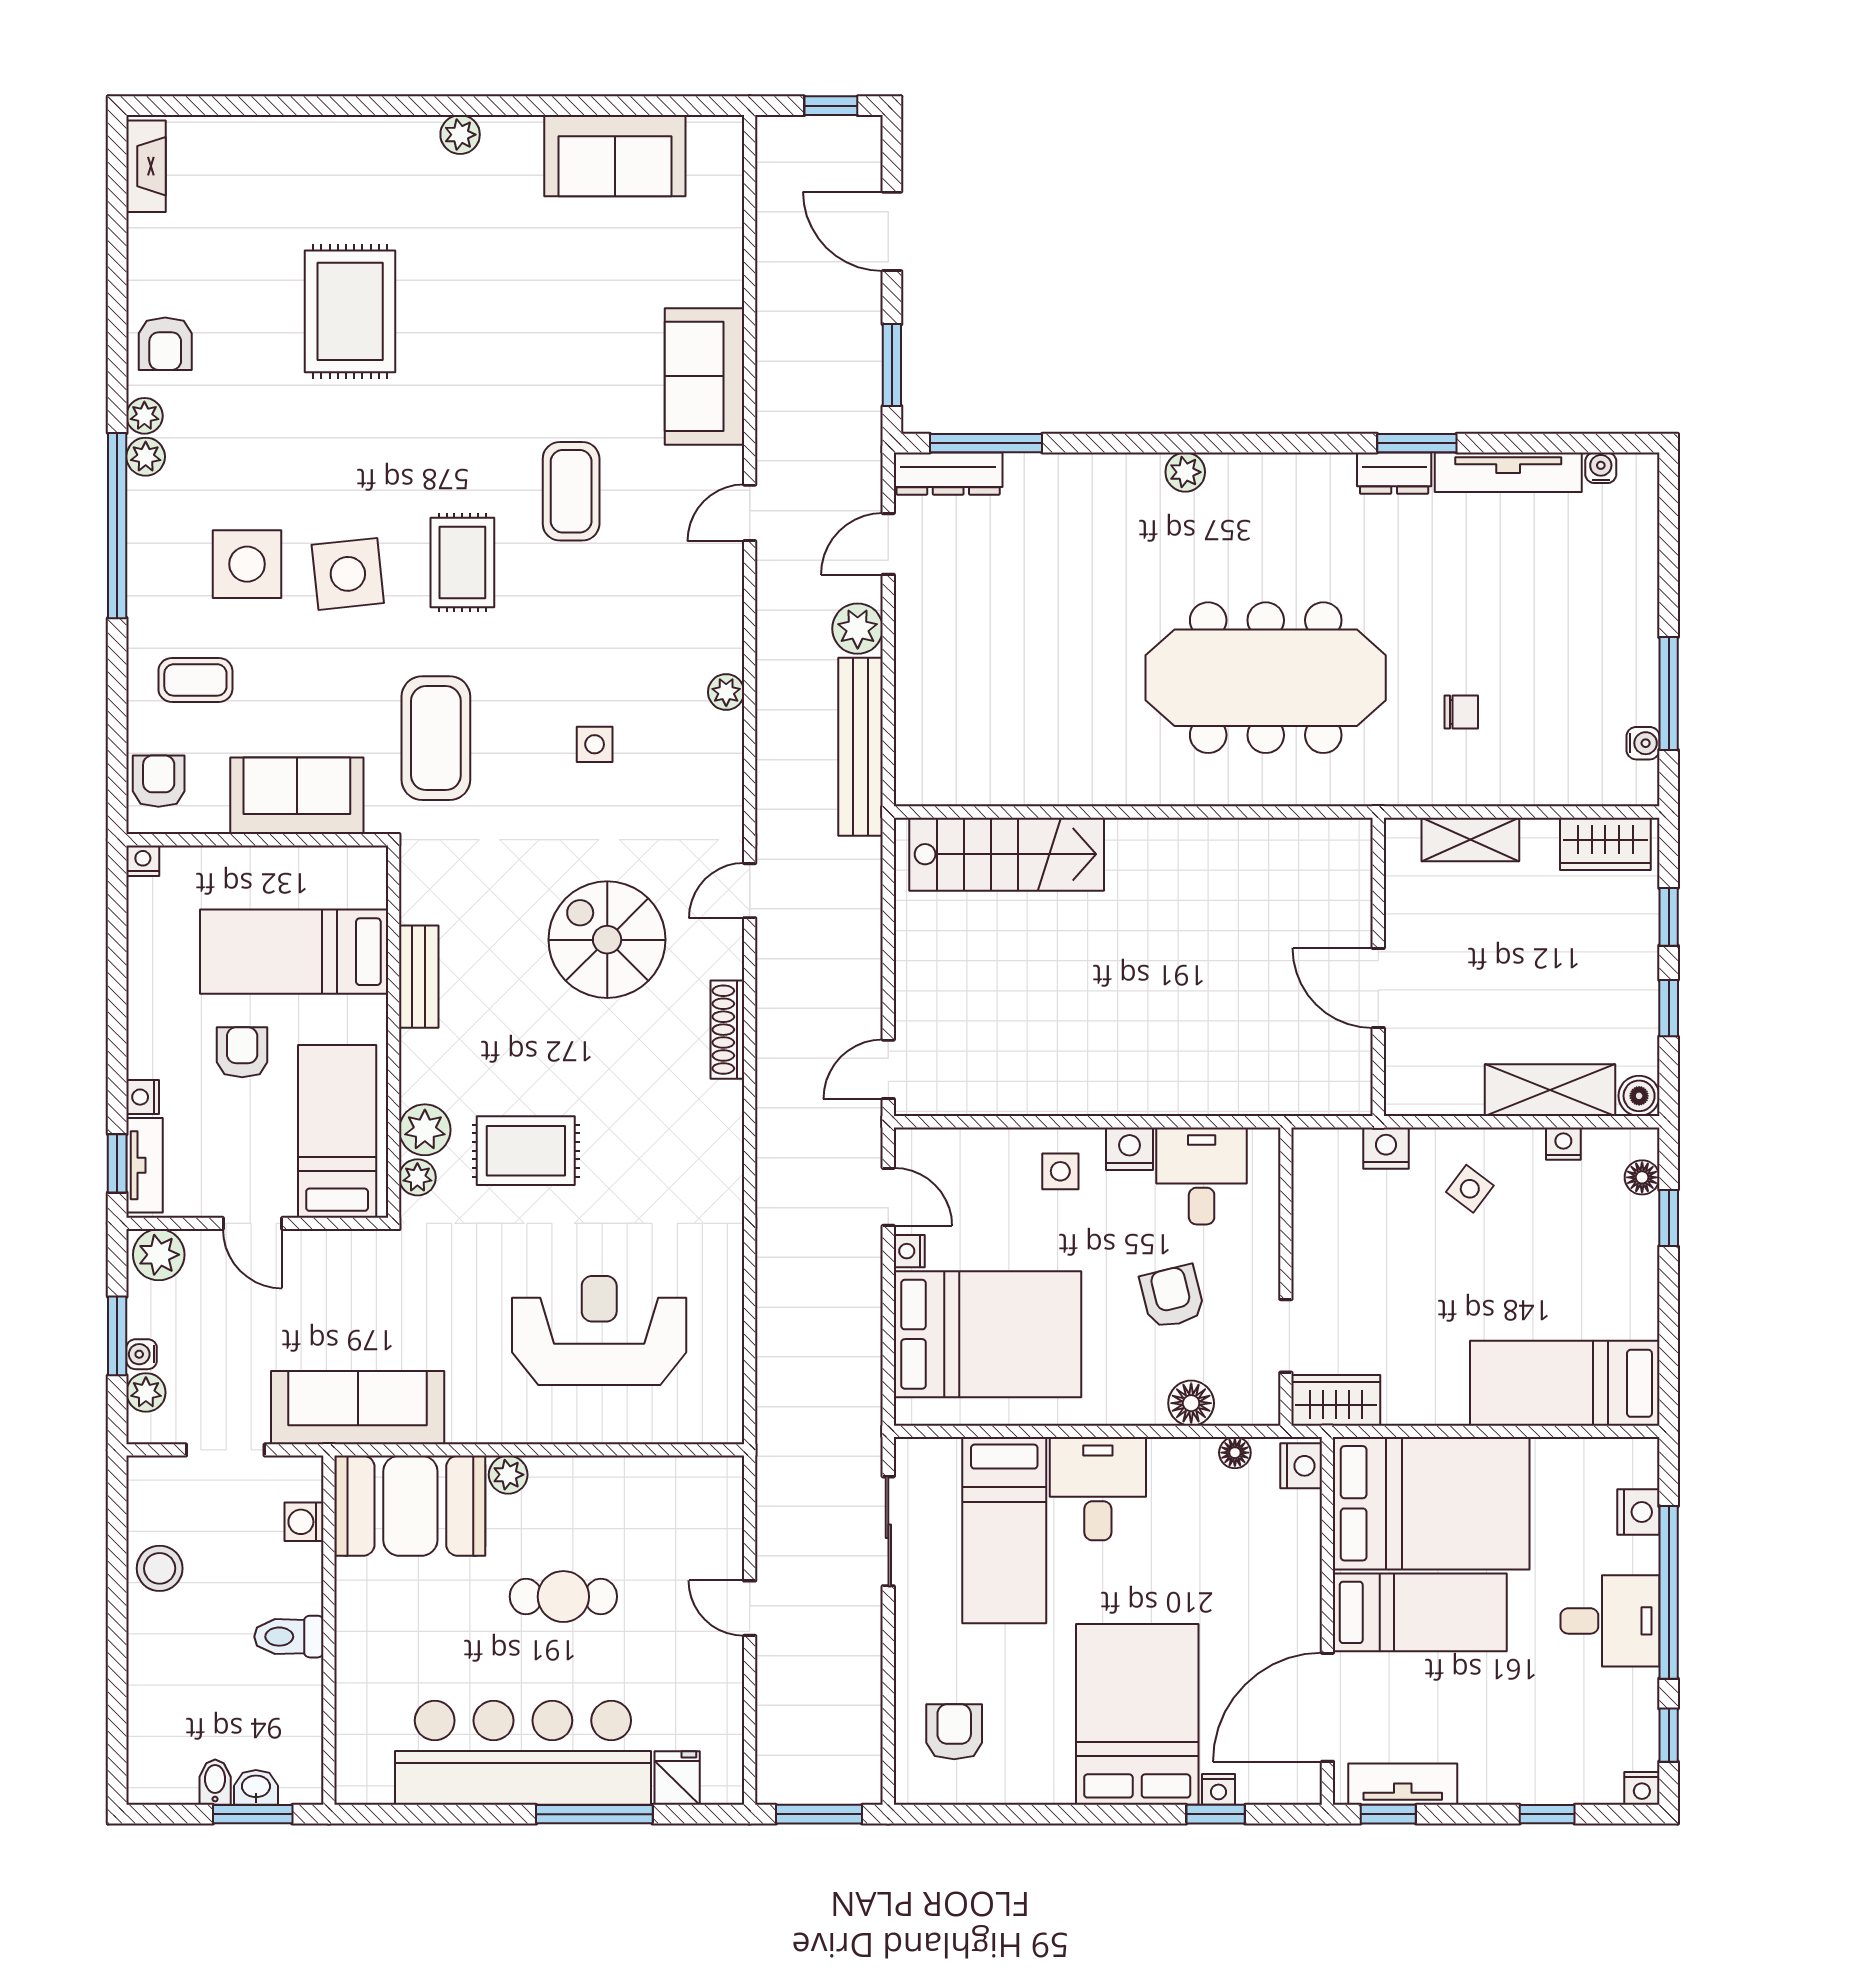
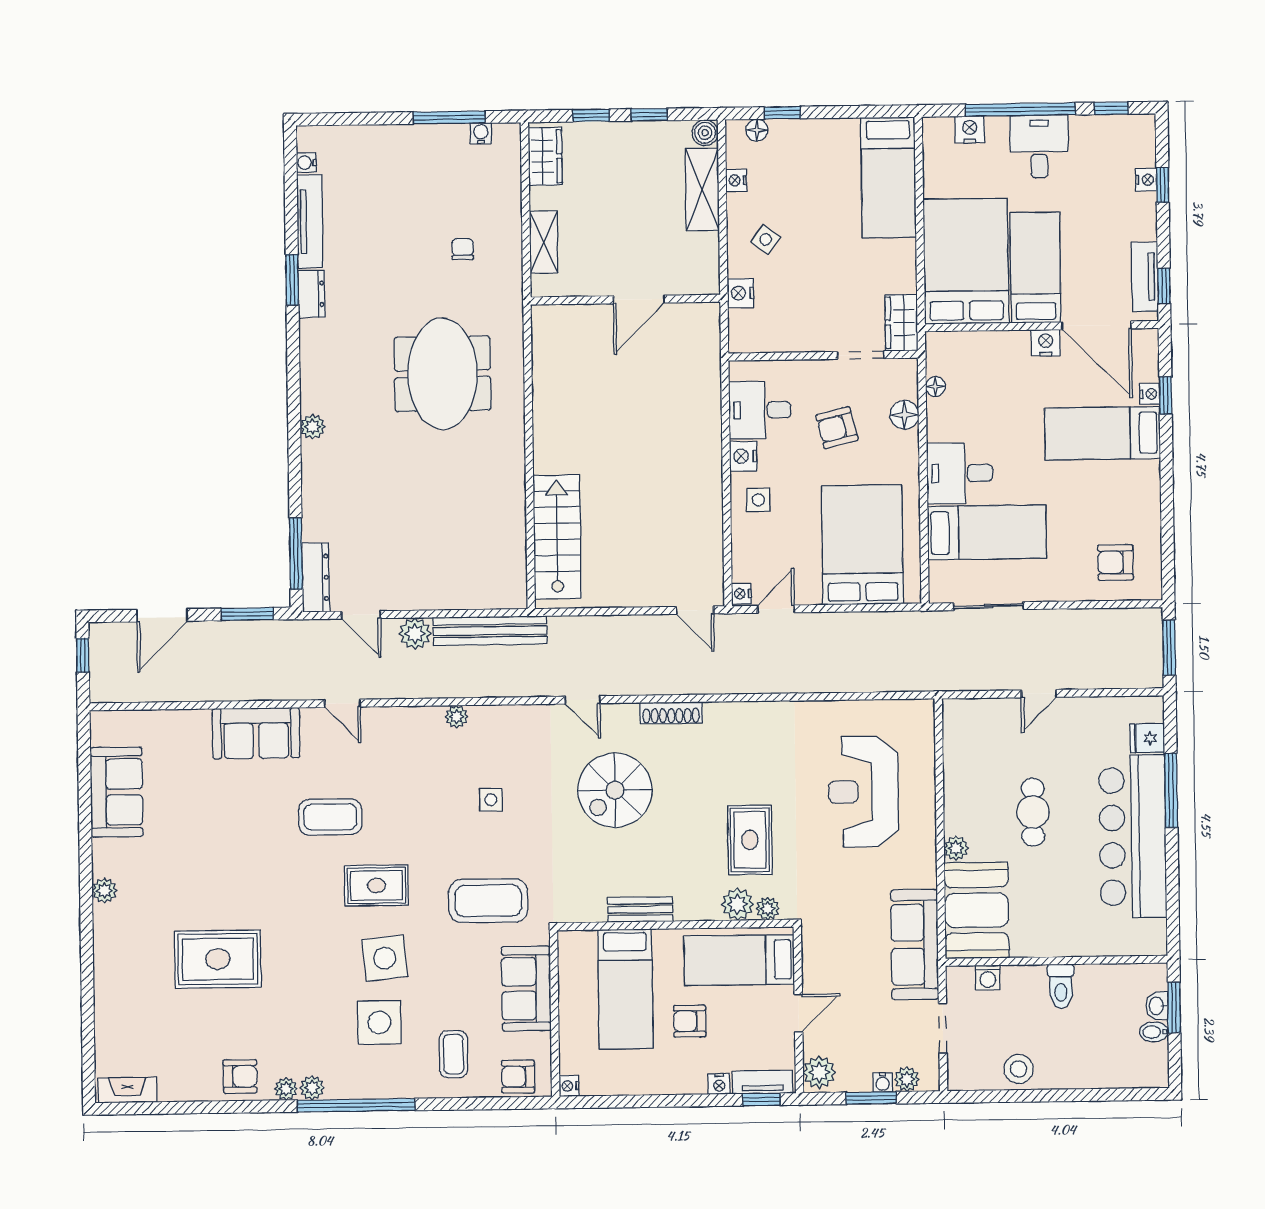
meeting table: (1266, 678) -> (443, 374), width x0.73
nightstand: (909, 1251) -> (741, 594), moved, turned 90
nightstand: (1301, 1466) -> (1046, 343), moved
bed: (1137, 1714) -> (1103, 433), width x0.67
nightstand: (1642, 1788) -> (1146, 180), moved

